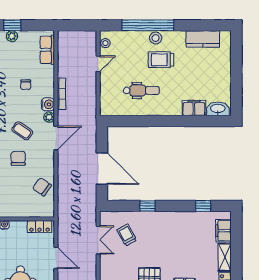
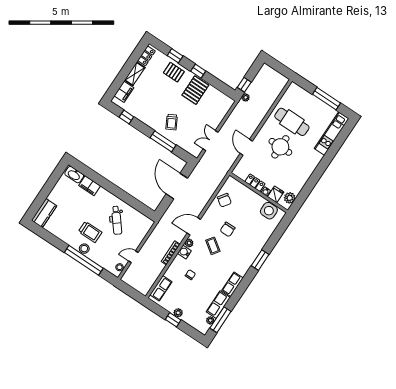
kitchen counter: (203, 39) -> (44, 213), moved, turned 90
dental chair: (141, 90) -> (117, 220), turned -129
window: (148, 206) -> (163, 141), width x2.17
locker: (40, 227) -> (255, 183), moved
trolley: (127, 235) -> (172, 122), moved

